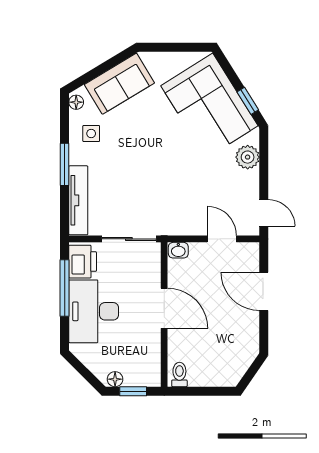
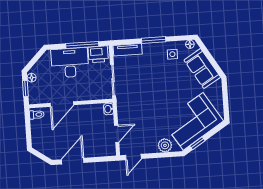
tv unit: (78, 200) -> (128, 50), width x0.71
door: (264, 291) -> (73, 161), moved
door: (164, 308) -> (62, 104), moved

